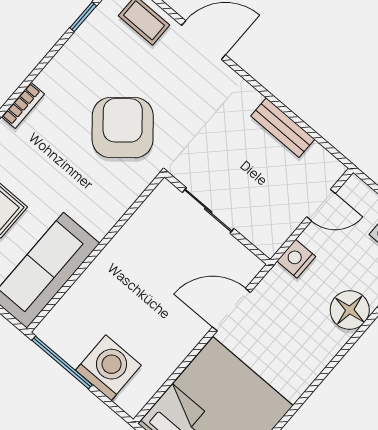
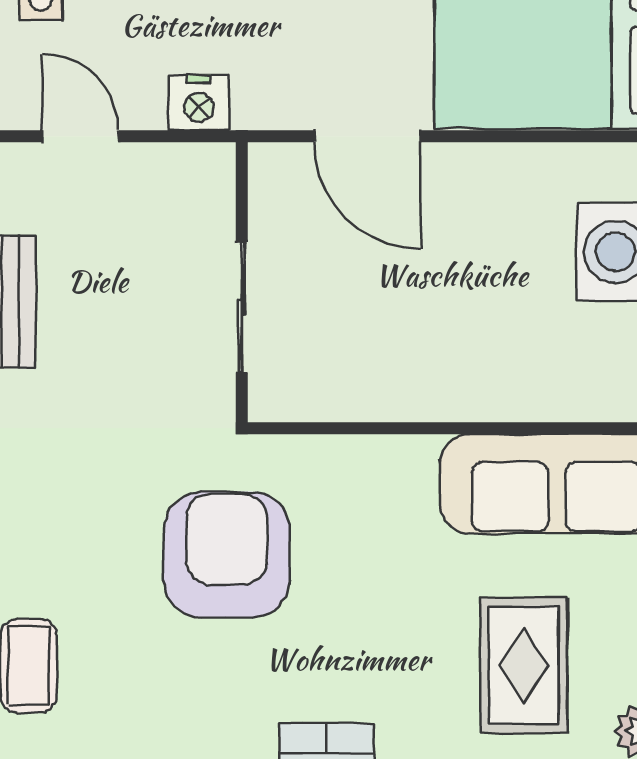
armchair: (123, 128) -> (227, 555), turned 130

